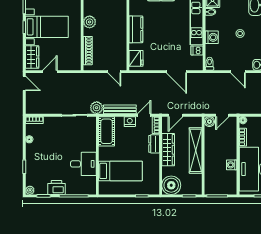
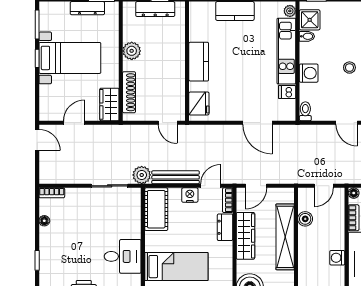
wardrobe: (32, 57) -> (109, 104), moved, turned 180
boiler: (209, 122) -> (305, 219), moved

